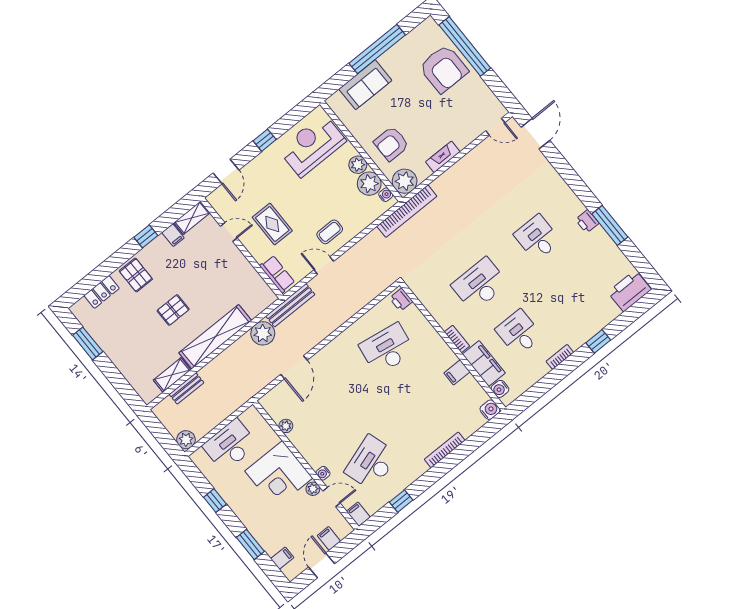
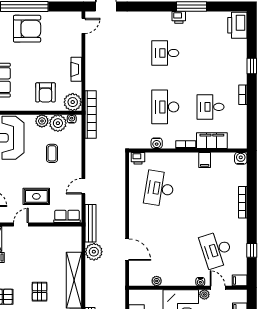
coffee table: (330, 232) -> (52, 153), moved
water cooler: (500, 389) -> (157, 143), moved
door: (331, 497) -> (218, 288), hinge flipped

